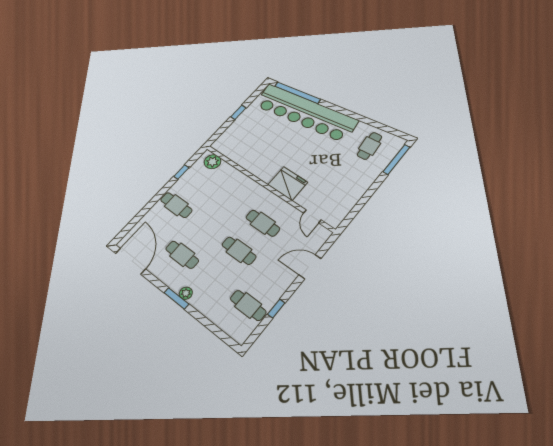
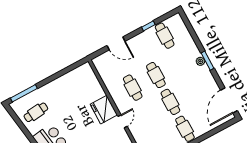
door: (312, 216) -> (123, 121), moved
cafe table: (182, 255) -> (170, 102), moved

